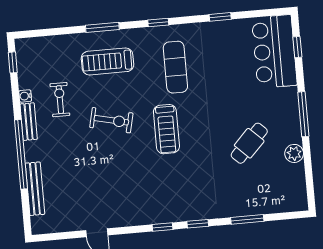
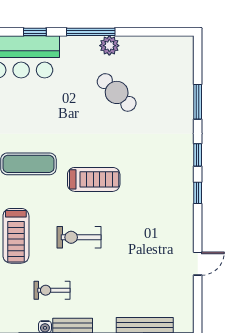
window: (297, 47) -> (35, 32), moved
exercise bike: (111, 120) -> (79, 237), turned -103
plant: (294, 153) -> (109, 46), moved

